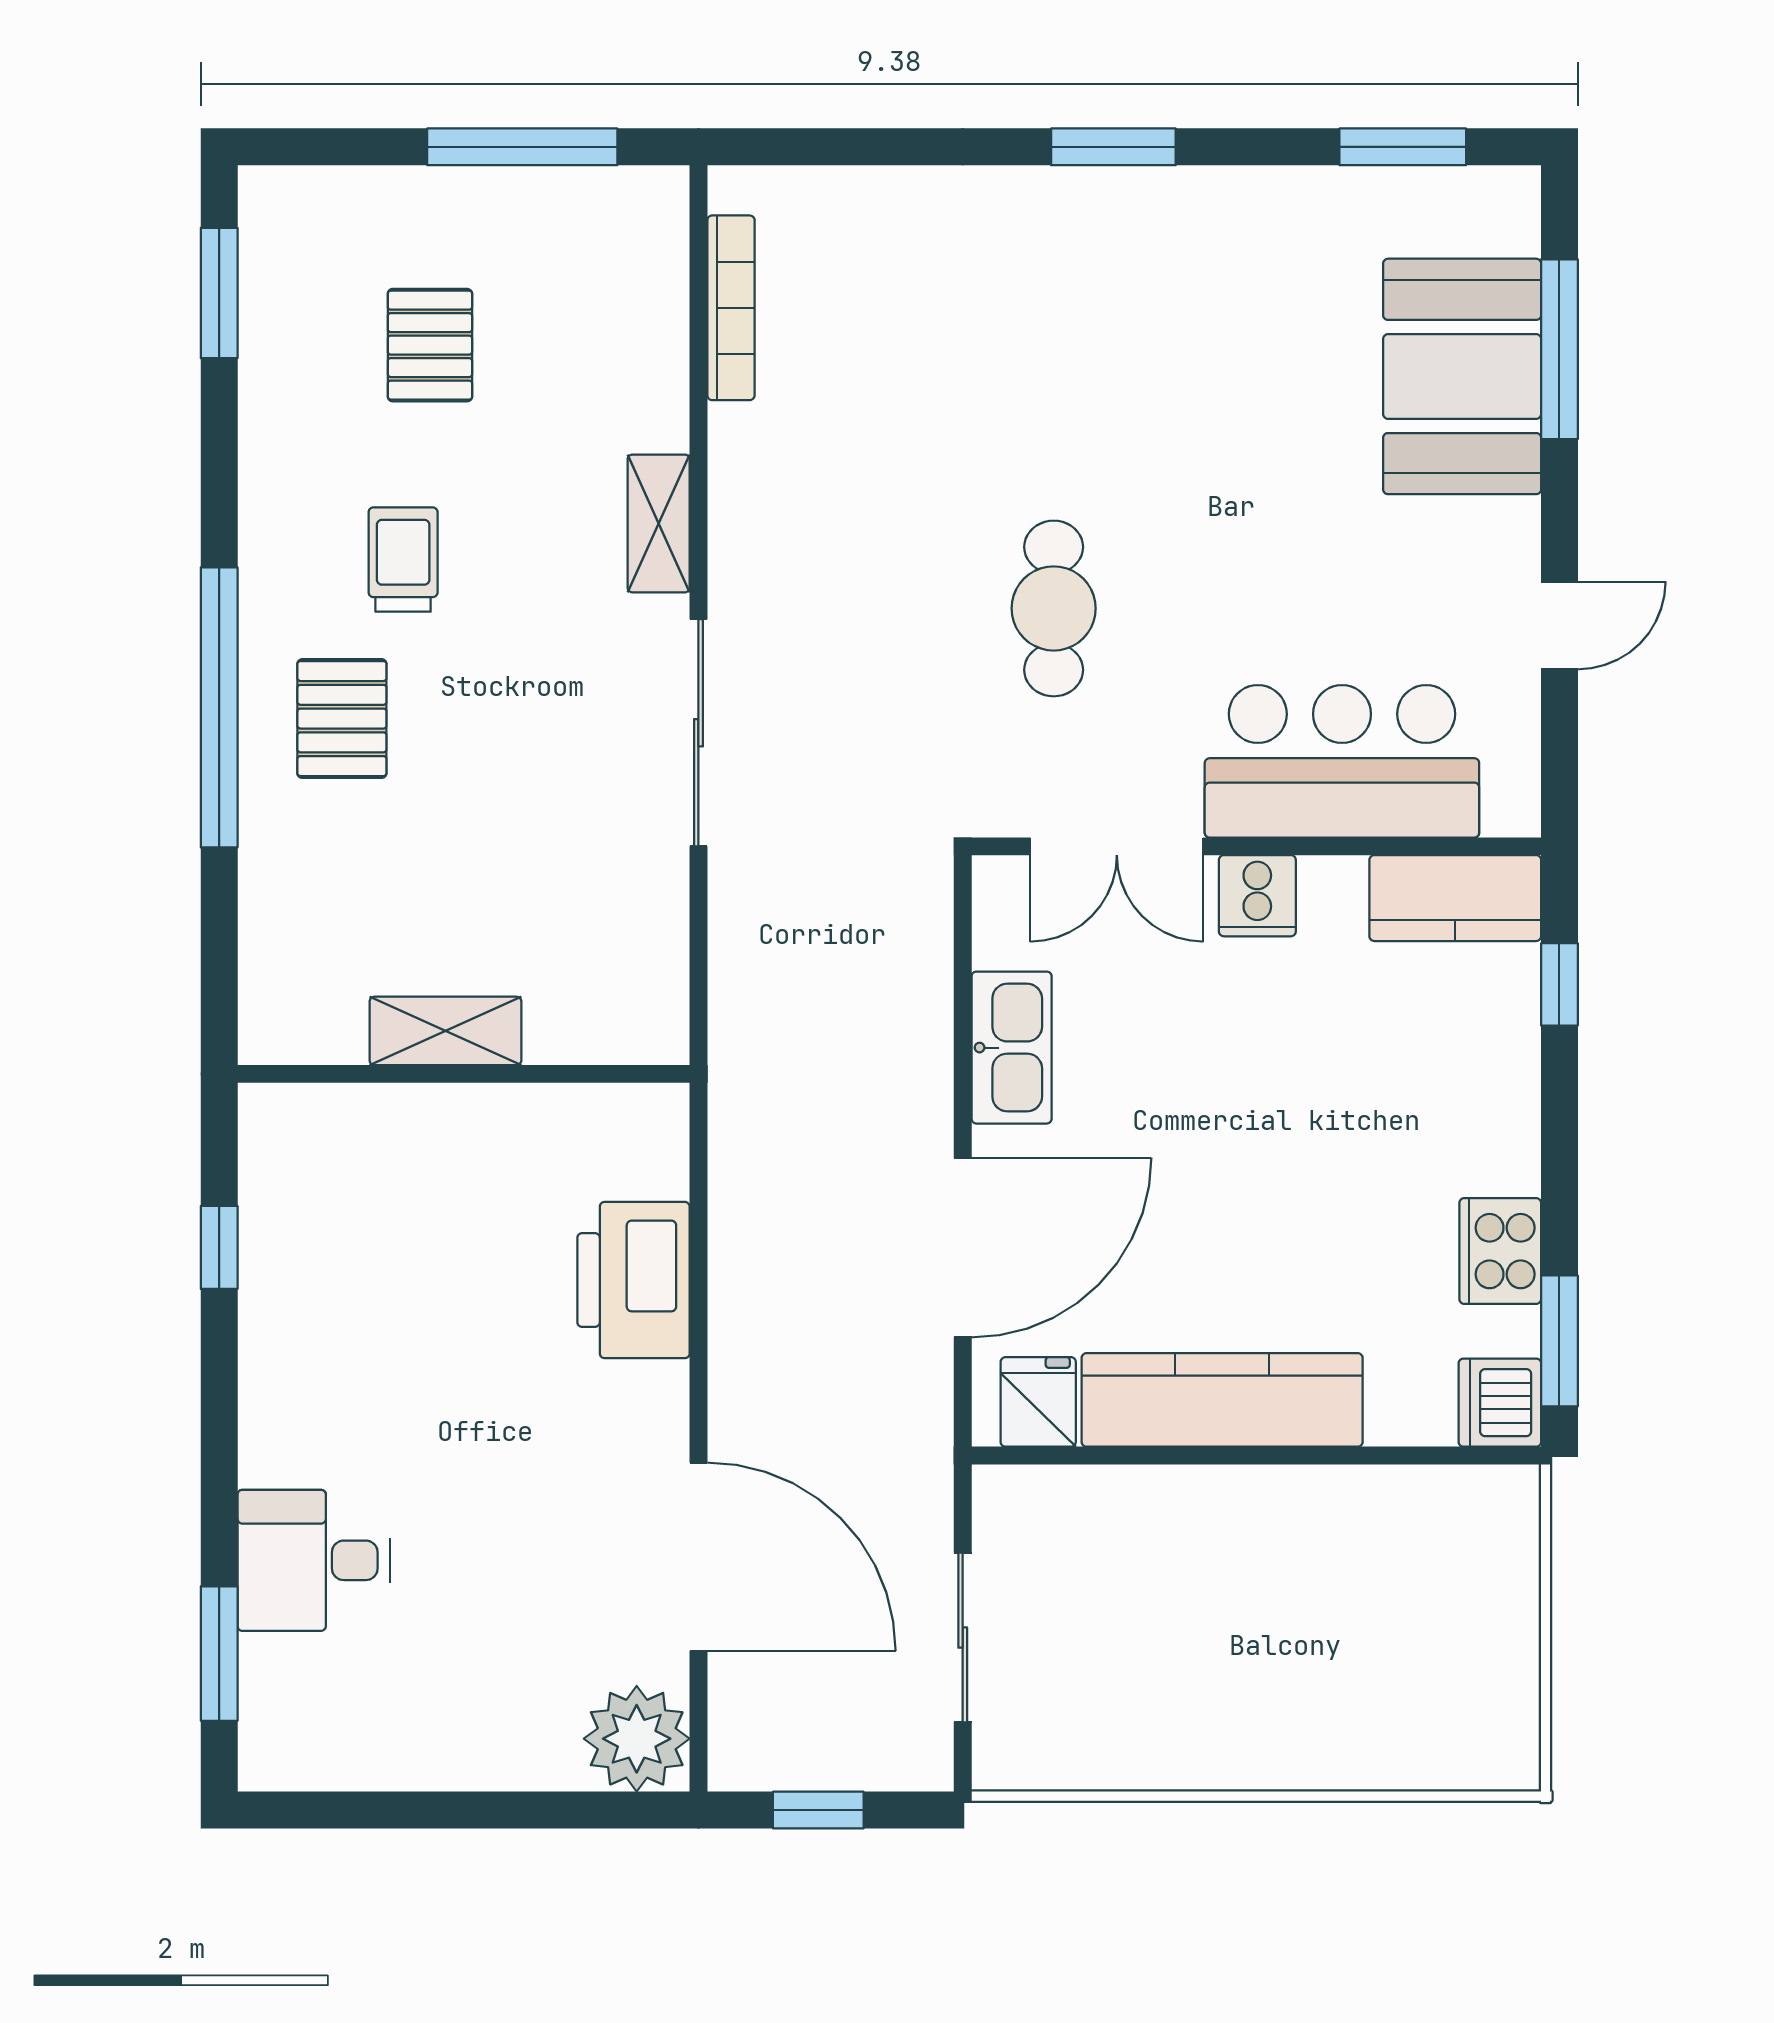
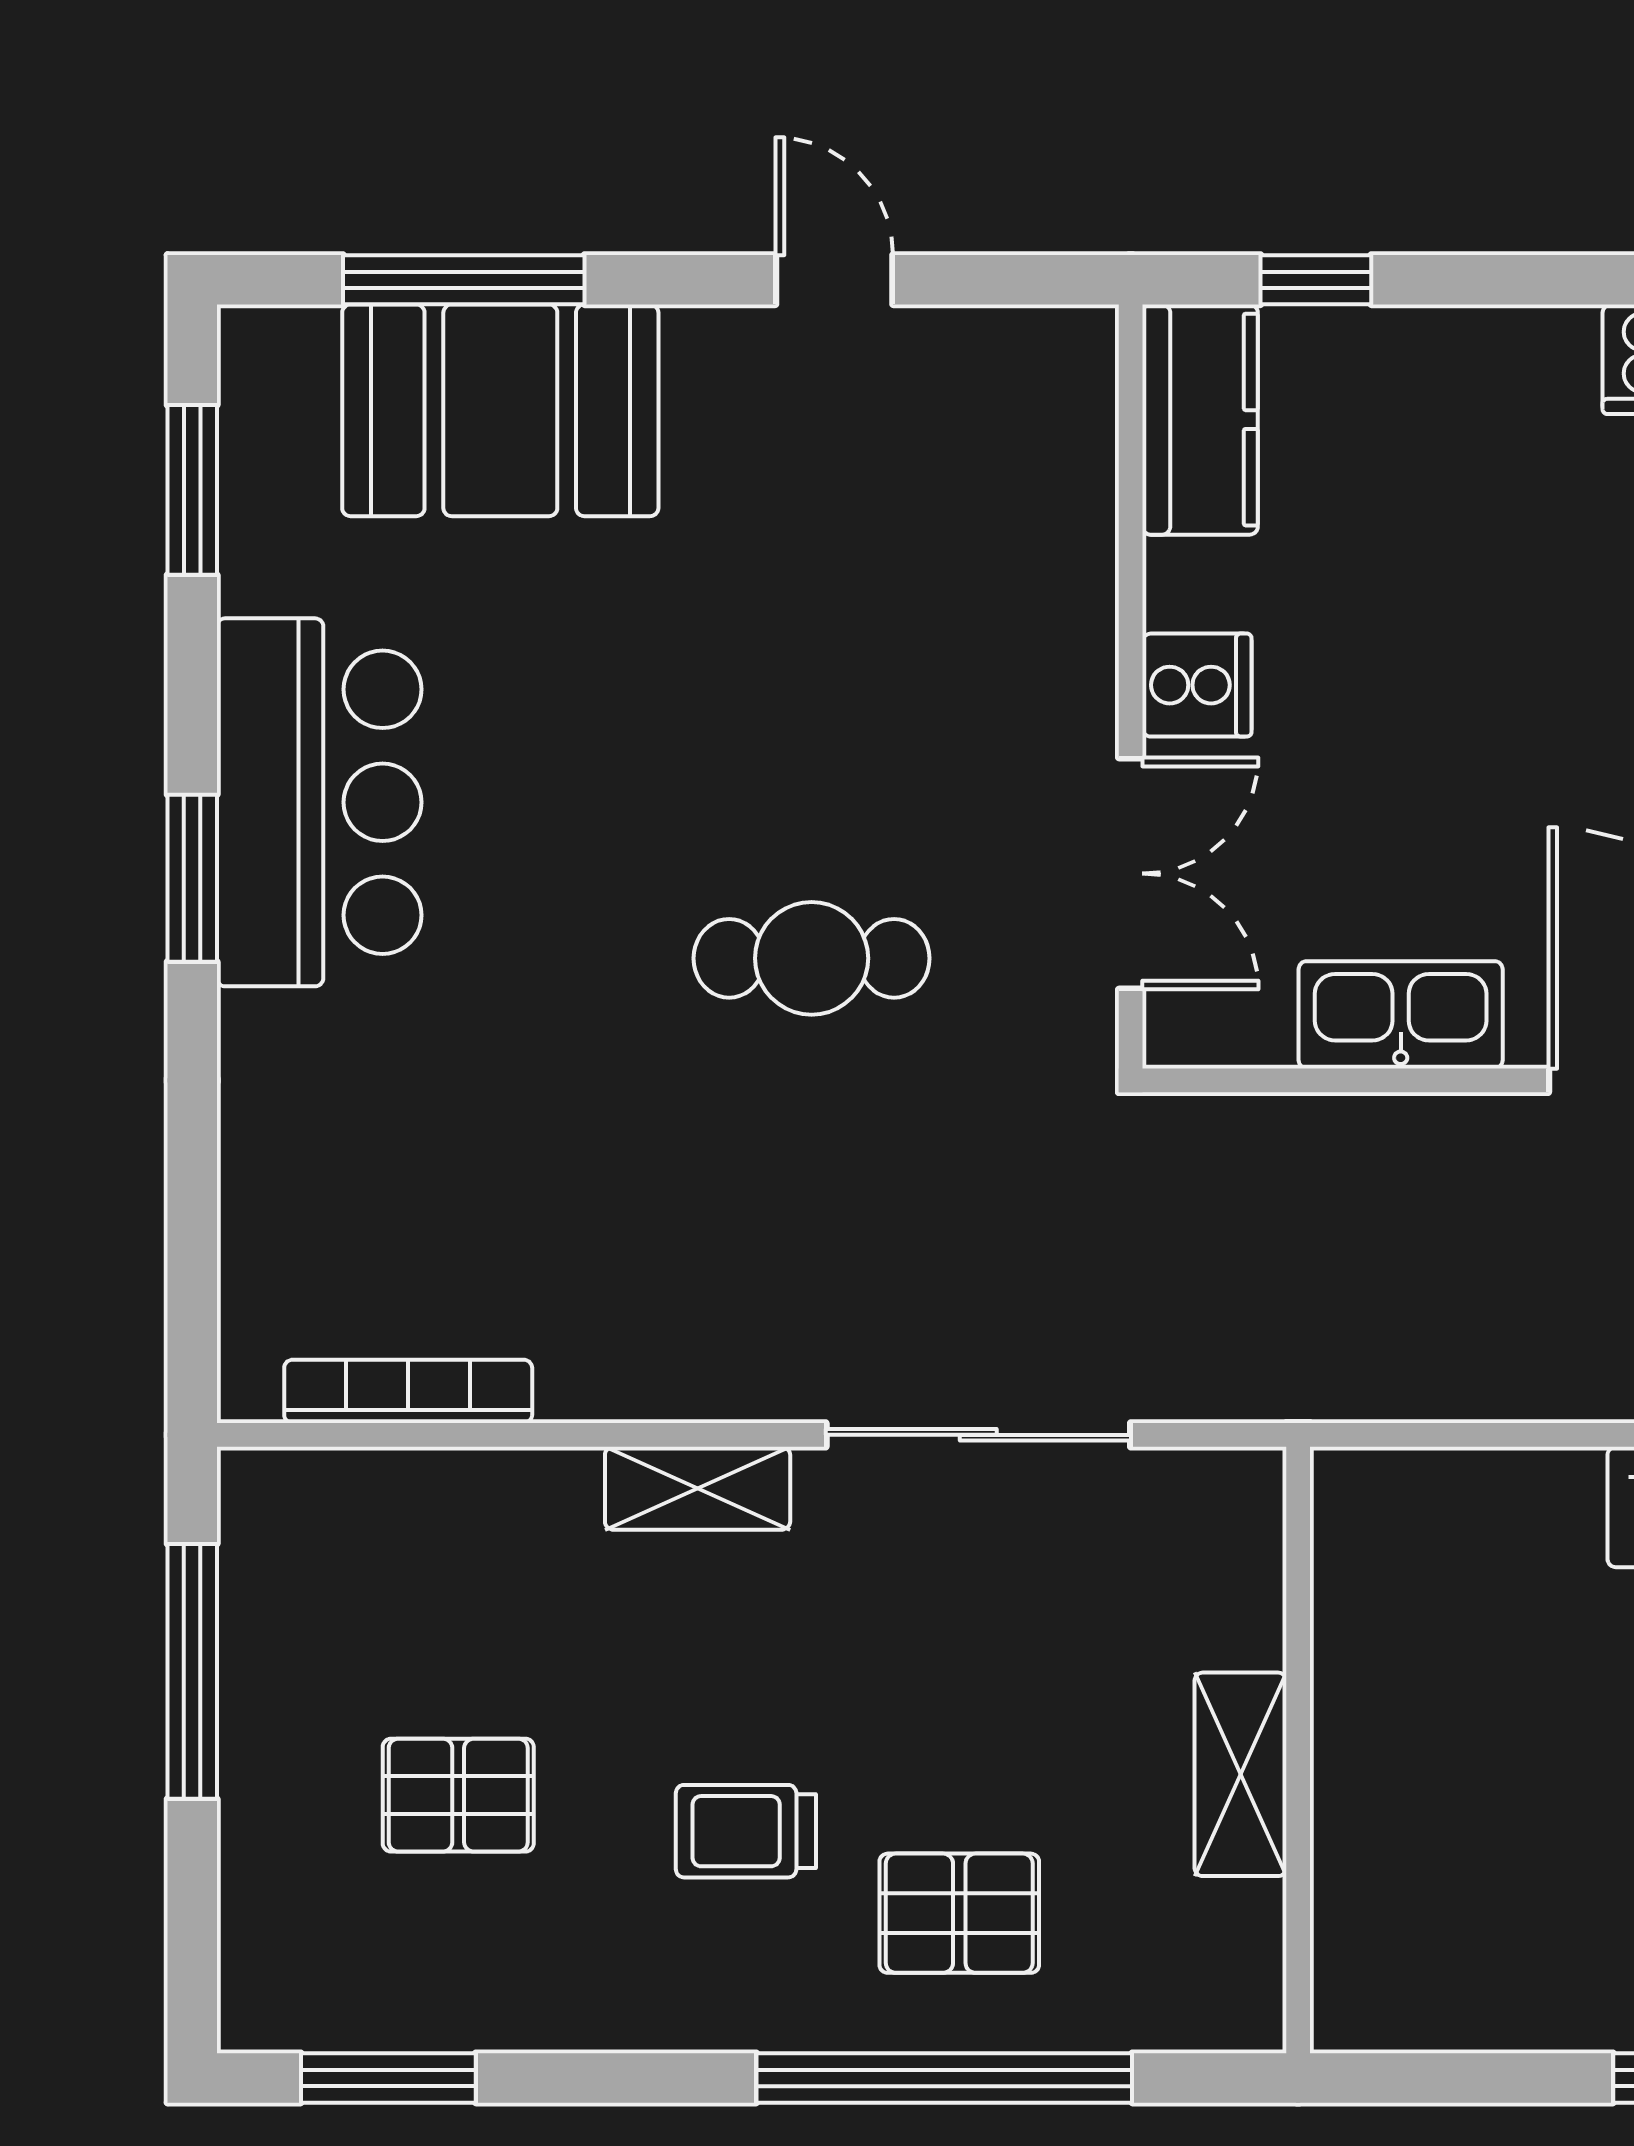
bar counter: (1342, 761) -> (319, 802), moved, turned 180
shelving: (445, 1031) -> (1240, 1774), moved
wall: (464, 1074) -> (1298, 1750), moved

